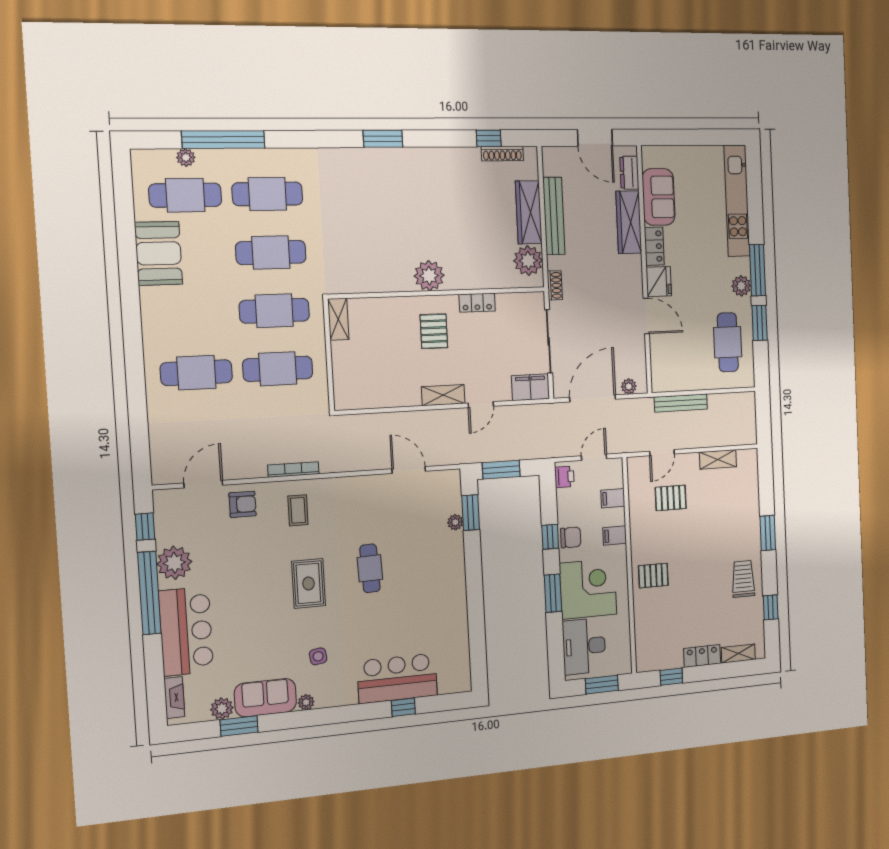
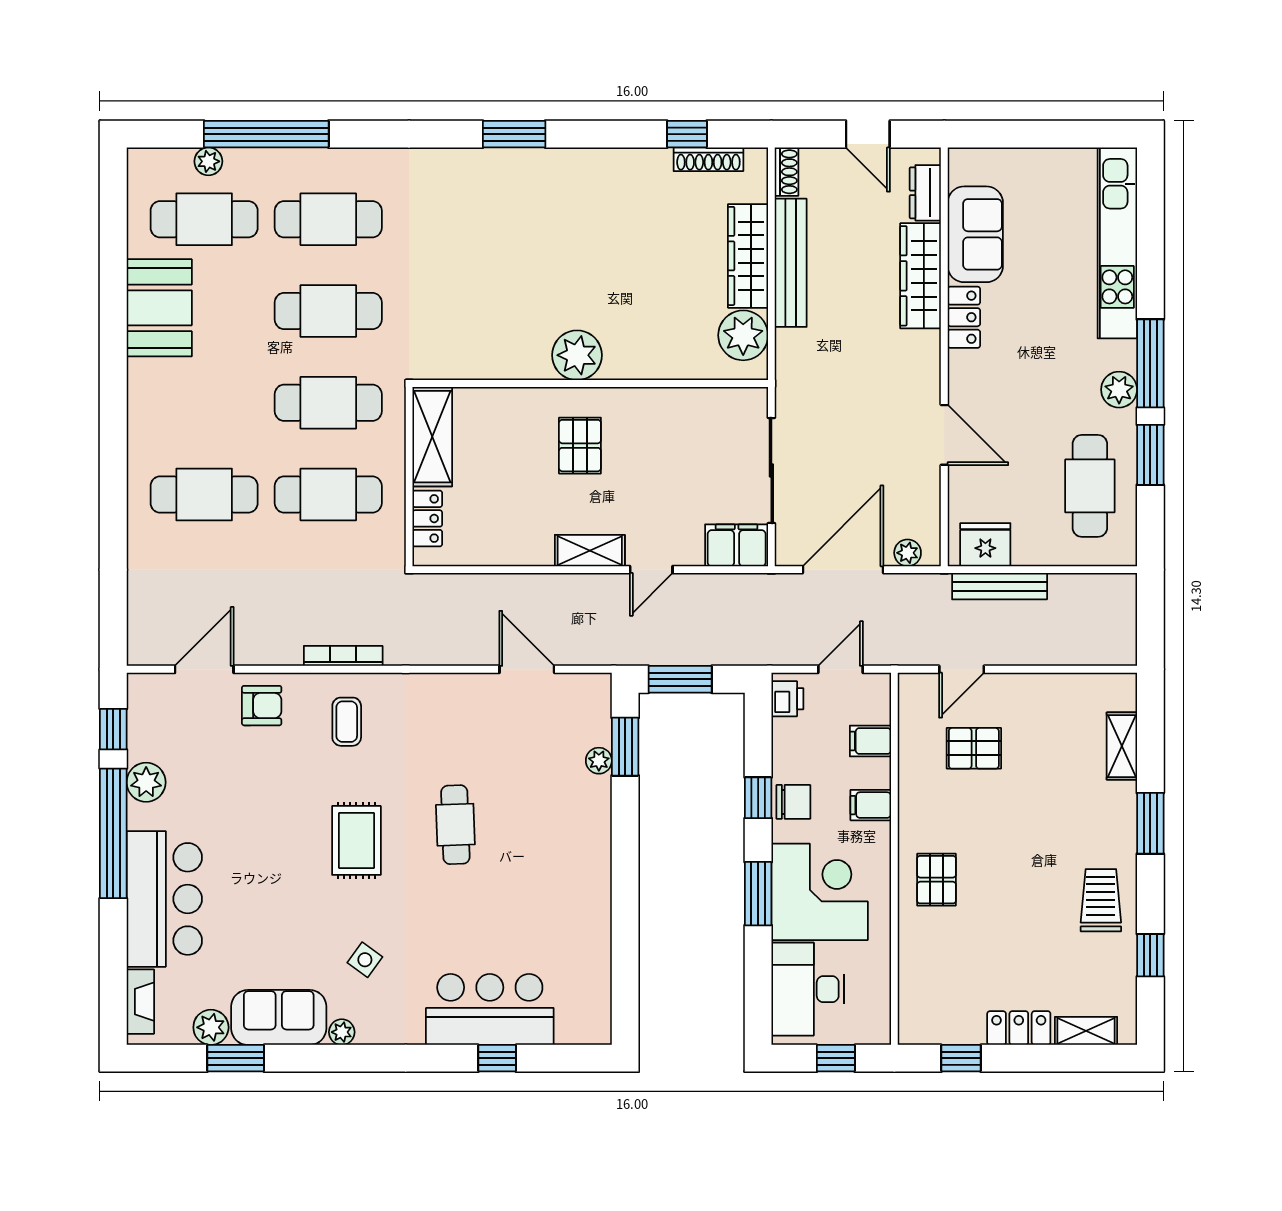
door: (595, 138) -> (868, 134), width x0.73
fridge: (659, 282) -> (985, 545), moved, turned -90
shoe rack: (555, 285) -> (787, 172), moved
locker: (477, 303) -> (427, 518), moved, turned -90
shelving: (338, 319) -> (432, 437), width x1.50, depth x1.33
shelving: (718, 459) -> (1122, 746), moved, turned 90
plant: (174, 563) -> (146, 782), width x0.73, depth x0.73
pallet: (653, 576) -> (937, 880), turned 90
side table: (318, 656) -> (365, 960), turned 45
window: (602, 685) -> (836, 1058), width x0.67

